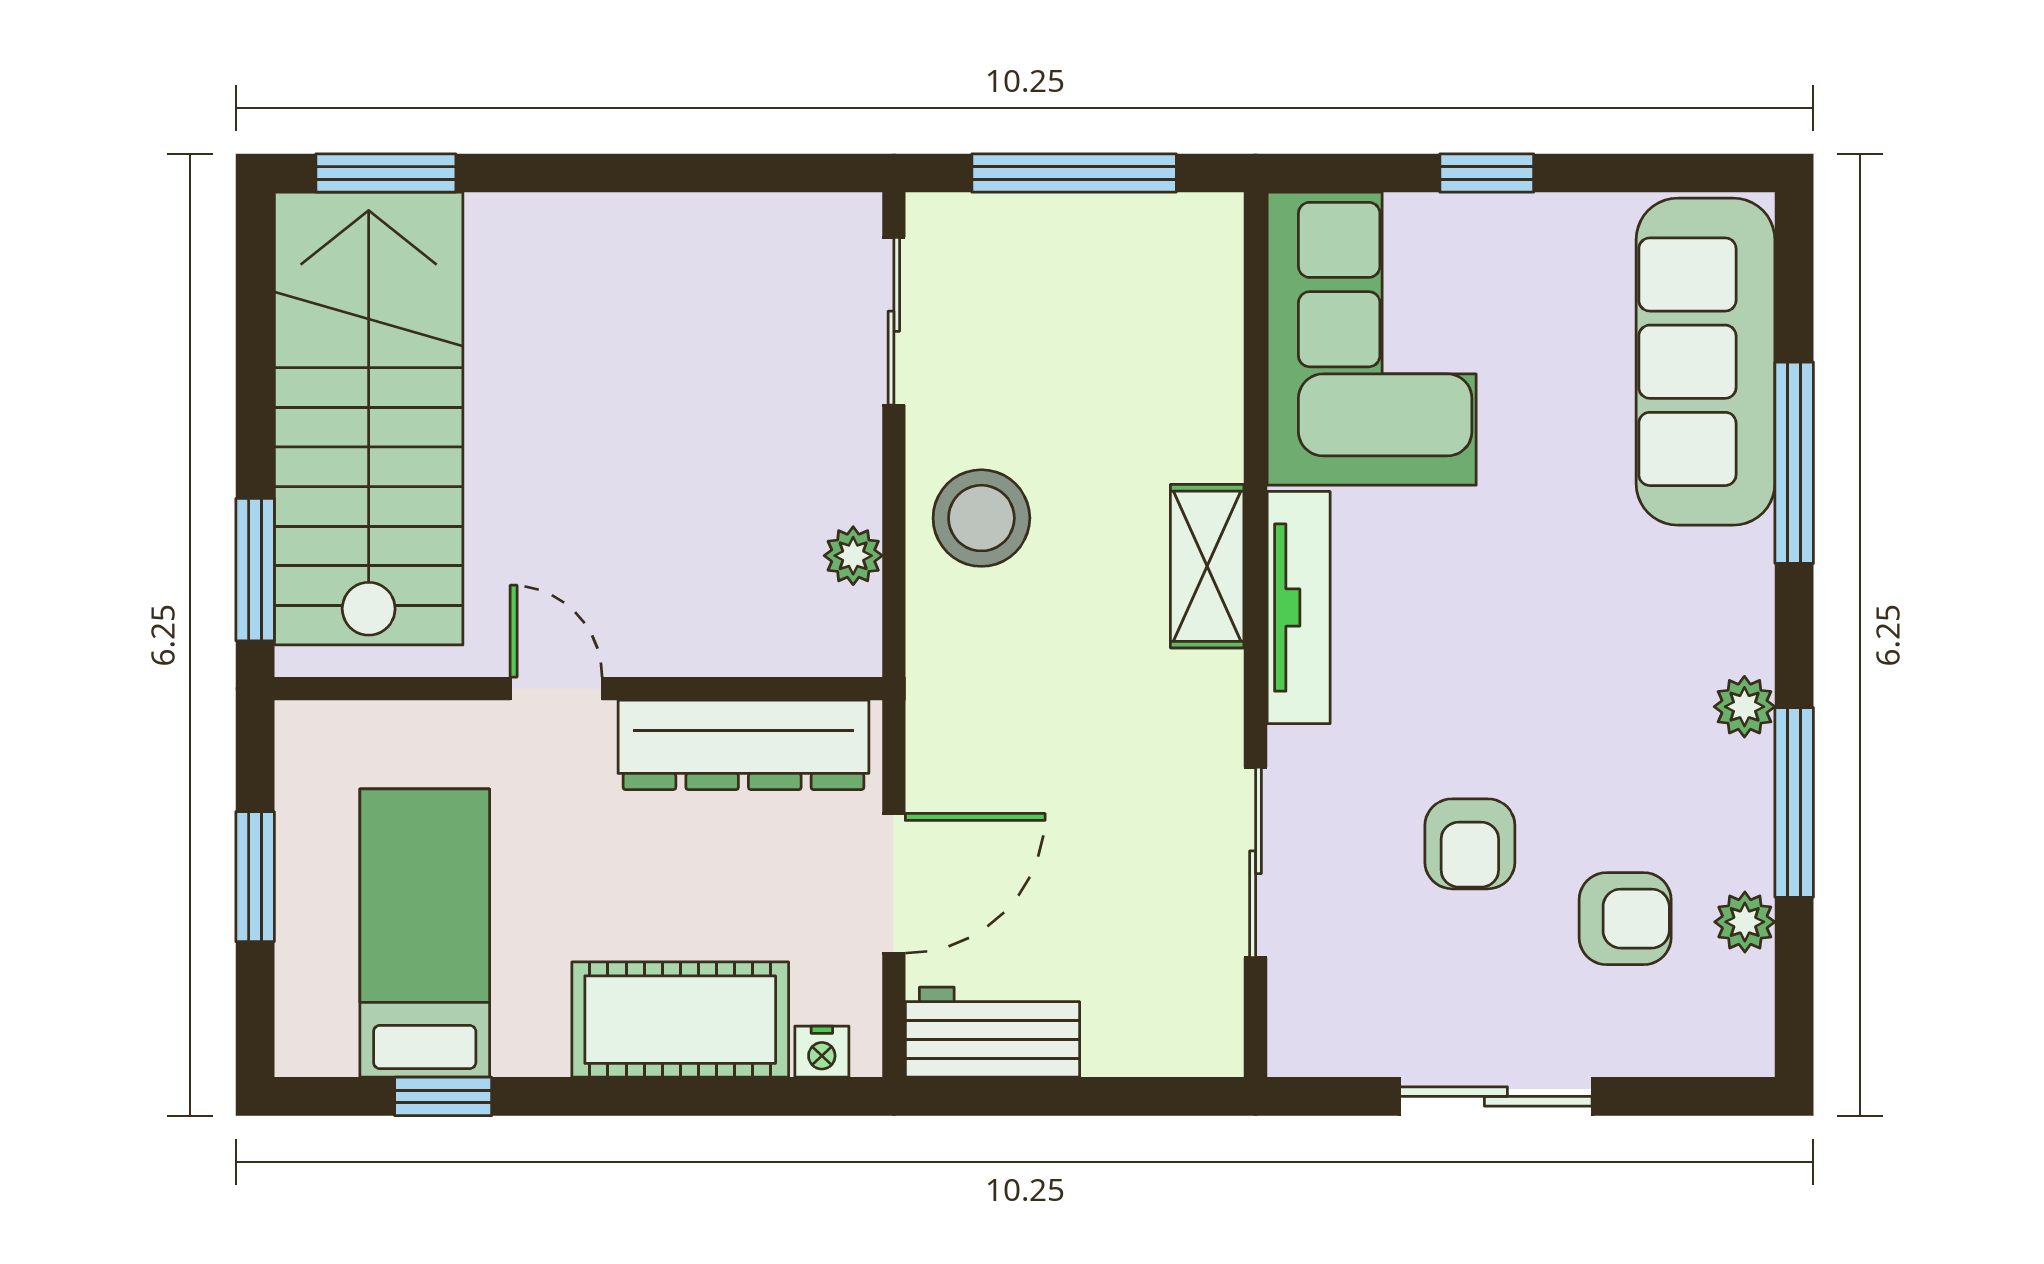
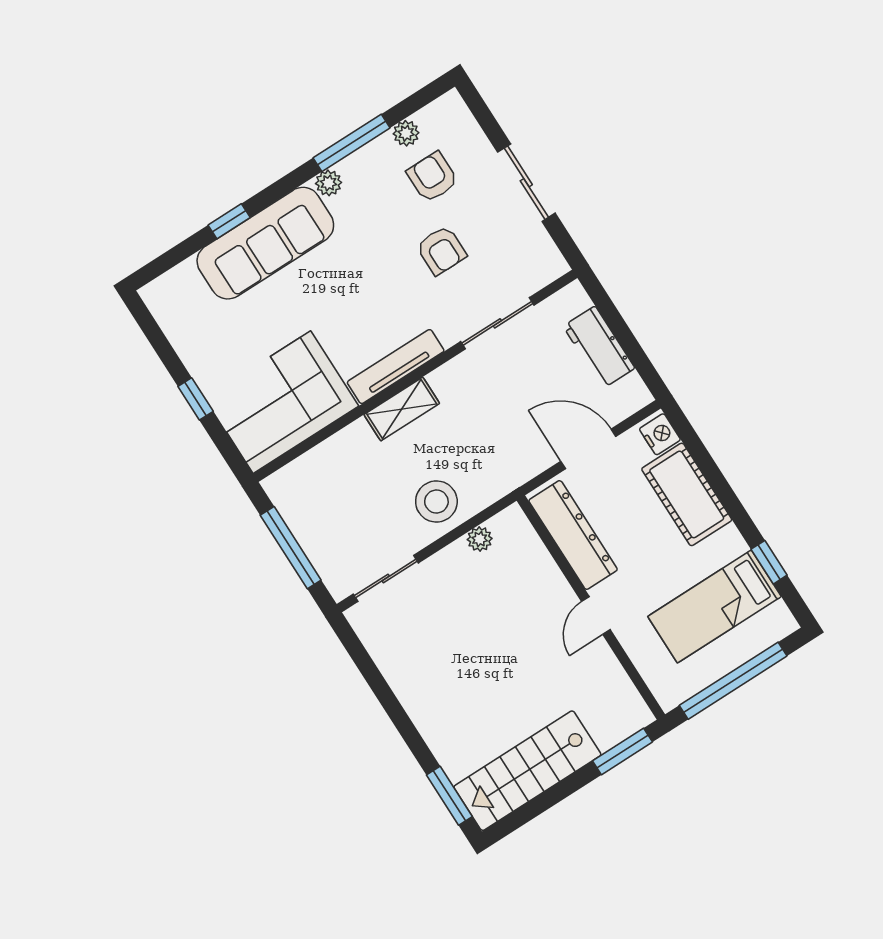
sofa: (1705, 362) -> (265, 243), moved
stairs: (369, 419) -> (527, 771), width x0.73, depth x0.66
window: (1794, 463) -> (229, 221), width x0.46
armchair: (1470, 844) -> (441, 250), turned 90
window: (255, 877) -> (733, 681), width x2.11
workbench: (992, 1032) -> (599, 347), moved
nightstand: (822, 1052) -> (660, 434), width x1.39, depth x1.35

